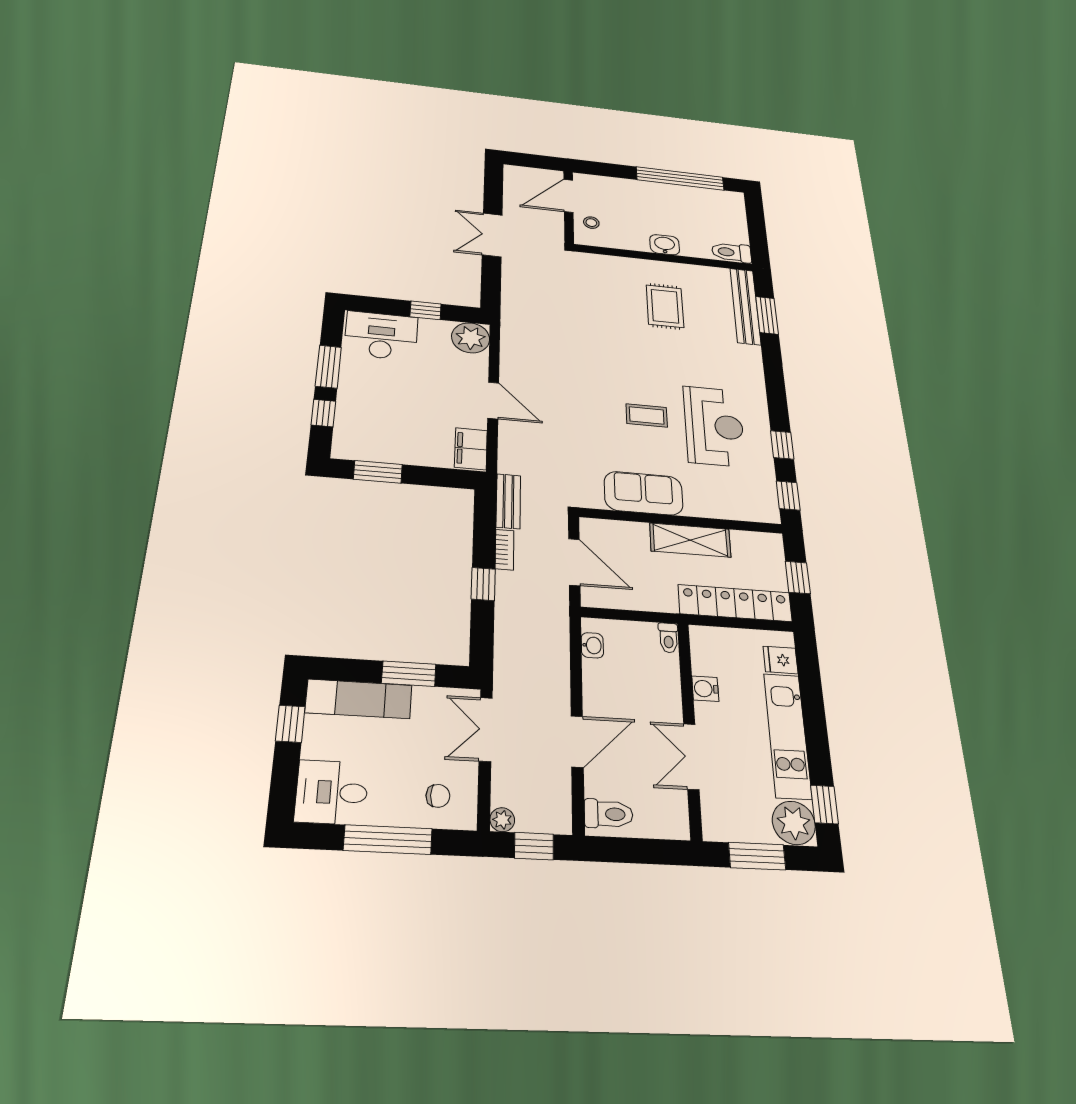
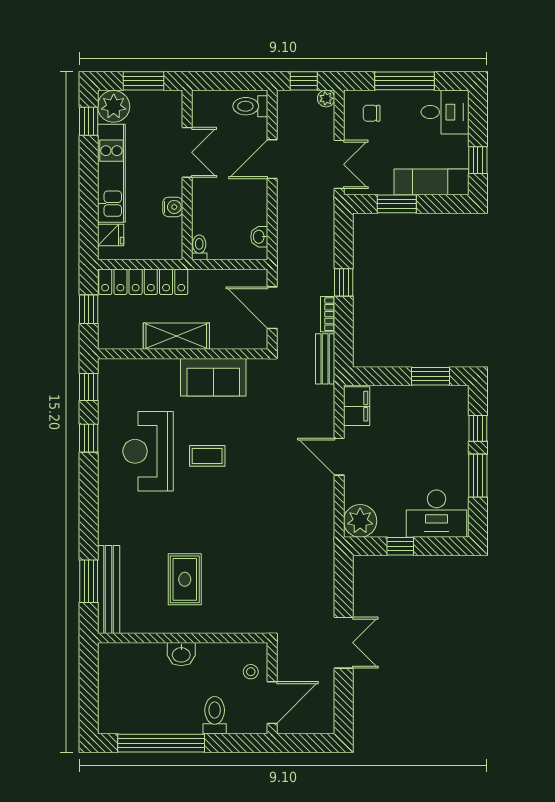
toilet: (731, 252) -> (215, 715), moved, turned -90

